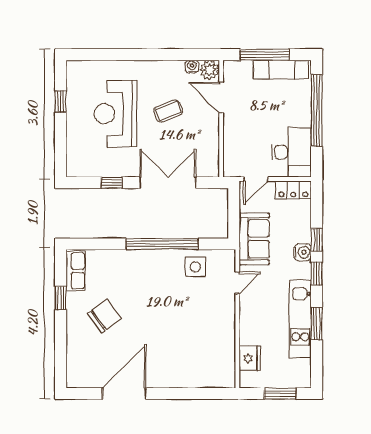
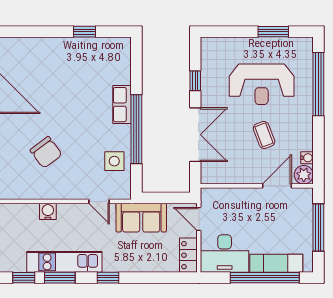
window: (115, 55) -> (318, 84), added
exam couch: (281, 70) -> (276, 263), moved, turned 90
window: (61, 101) -> (273, 32), width x1.50
reception desk: (115, 114) -> (262, 84), turned 180
window: (317, 240) -> (24, 278), moved
water cooler: (303, 252) -> (48, 211), moved, turned 180
row of seats: (76, 271) -> (122, 105), moved, turned 90
chair: (104, 316) -> (46, 152), moved
fridge: (250, 358) -> (26, 213), removed

